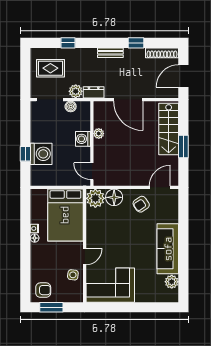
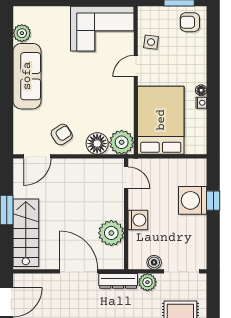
dresser: (94, 92) -> (118, 281), width x1.44
plant: (99, 134) -> (111, 233), width x1.87, depth x1.87

